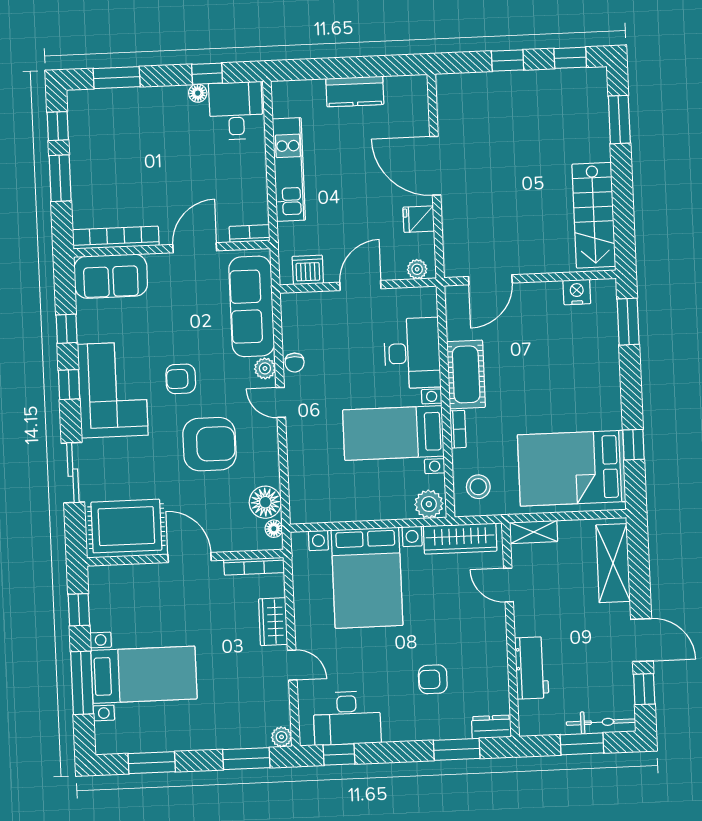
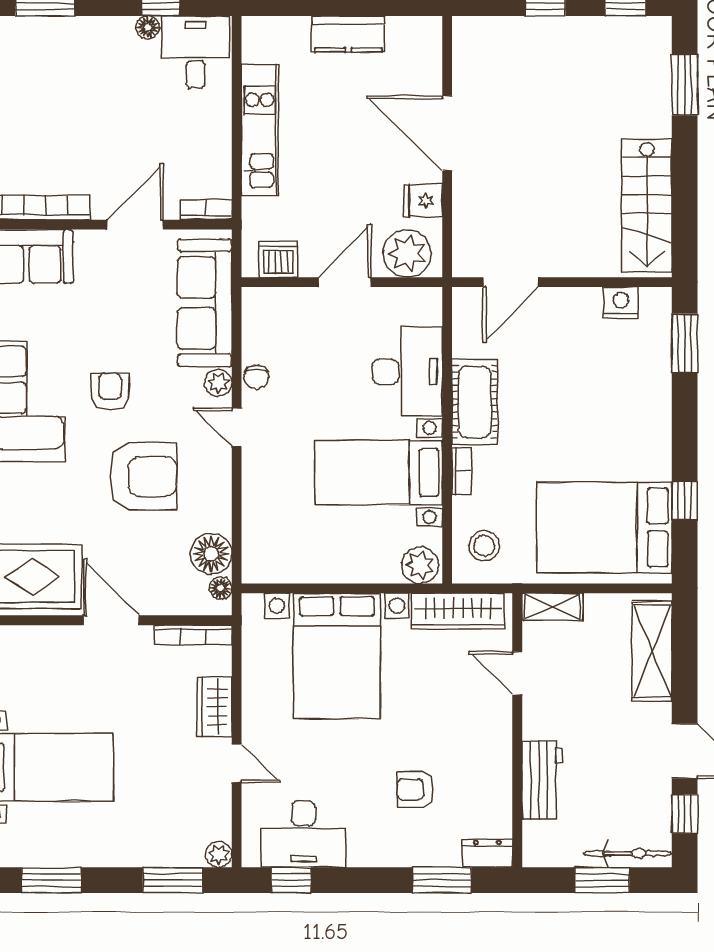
plant: (417, 269) -> (407, 254), width x1.88, depth x1.88
armchair: (181, 379) -> (110, 391), turned 90

